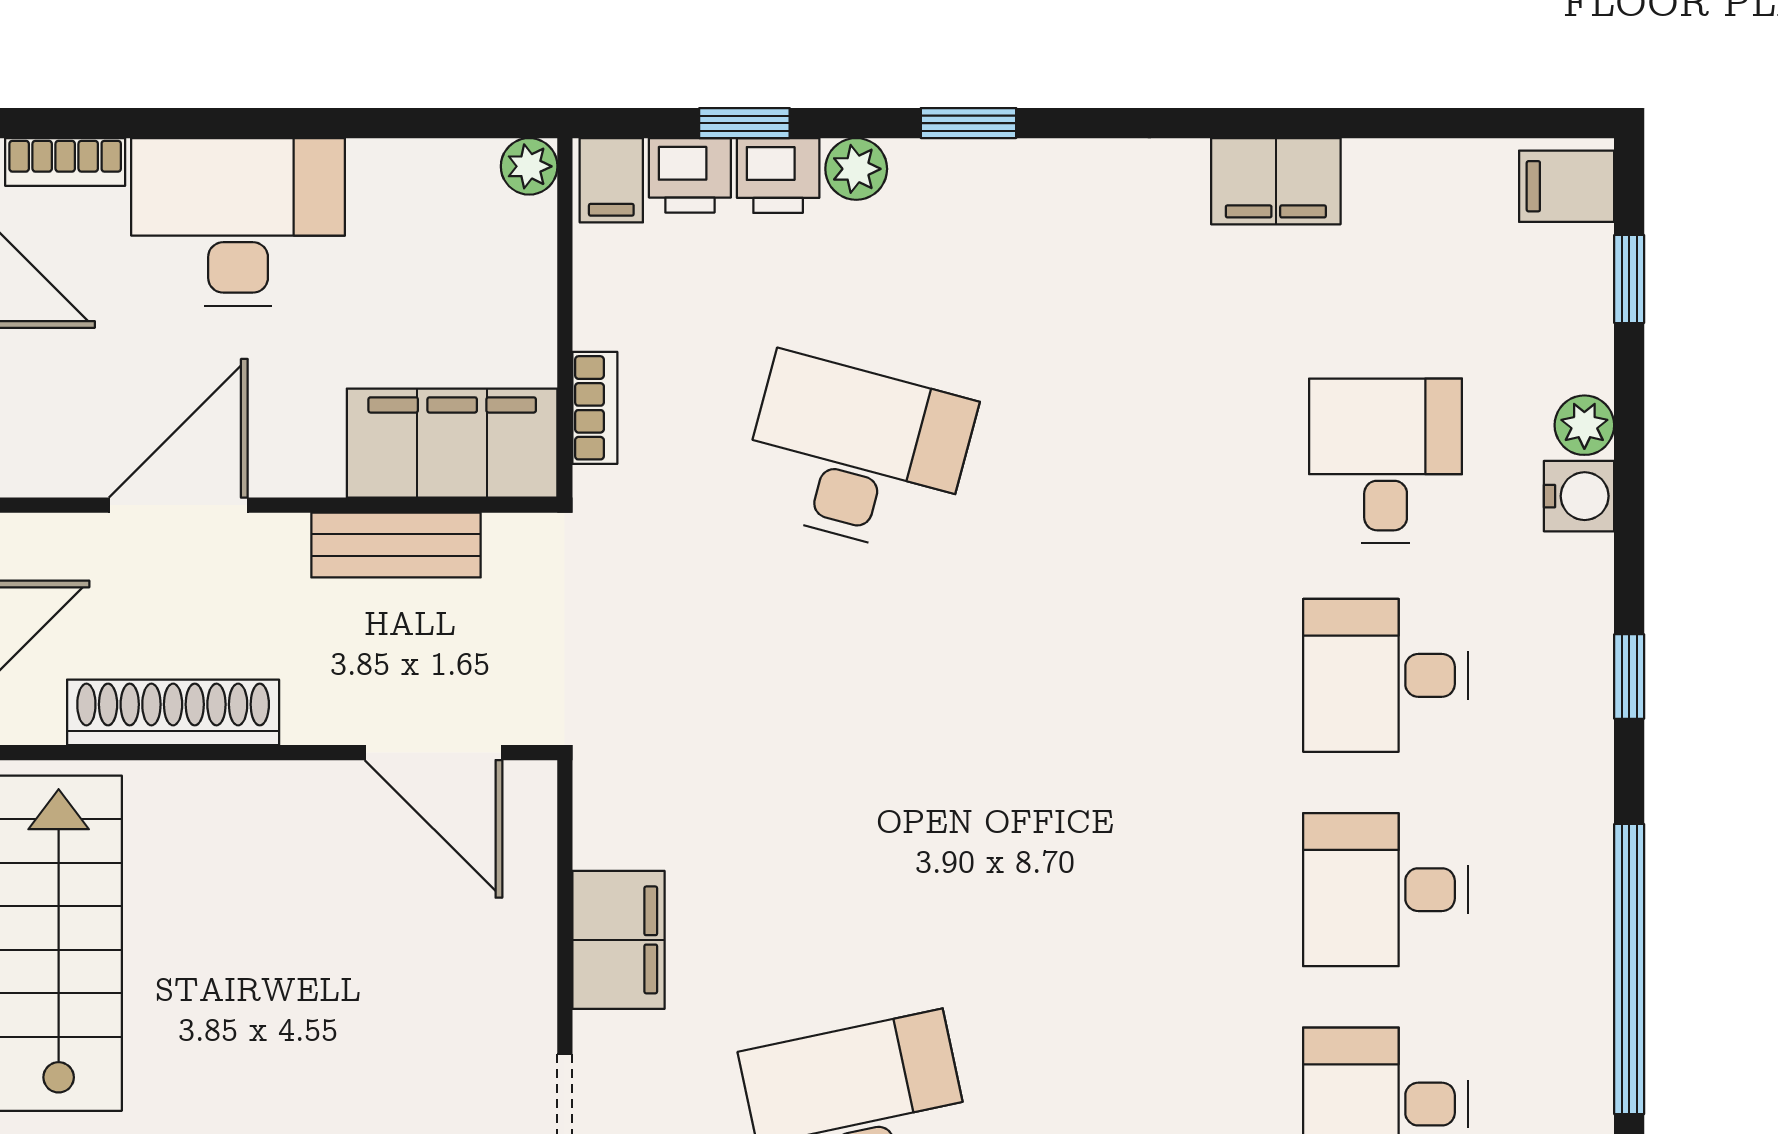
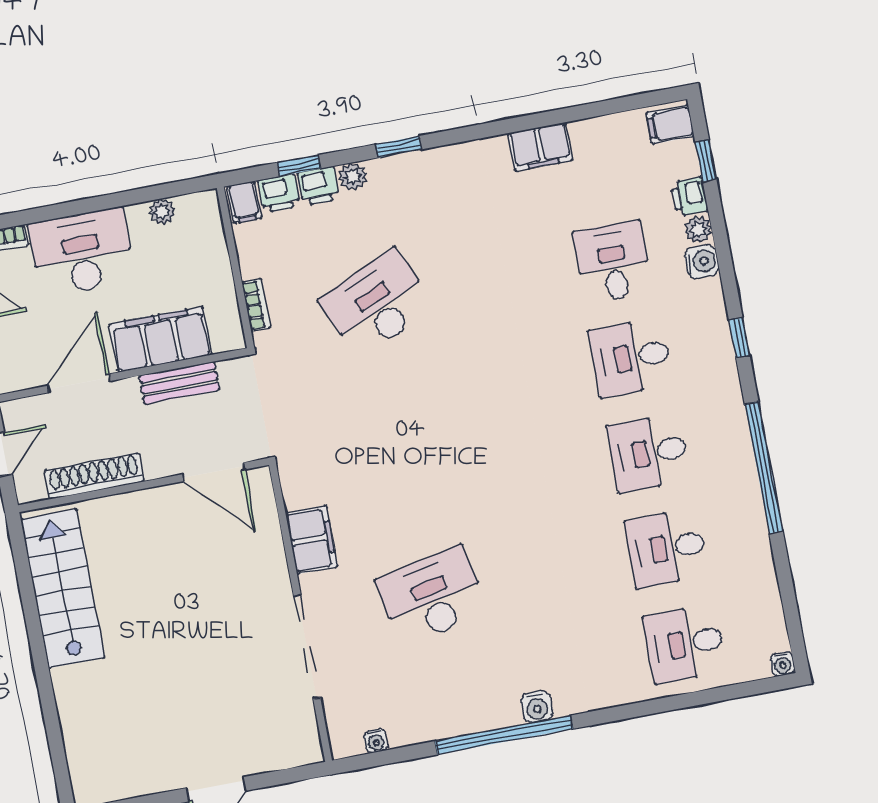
plant: (529, 166) -> (162, 211), moved
printer: (1579, 351) -> (690, 197), added
filing cabinet: (452, 443) -> (160, 339), moved
desk: (857, 454) -> (377, 304), turned -39

